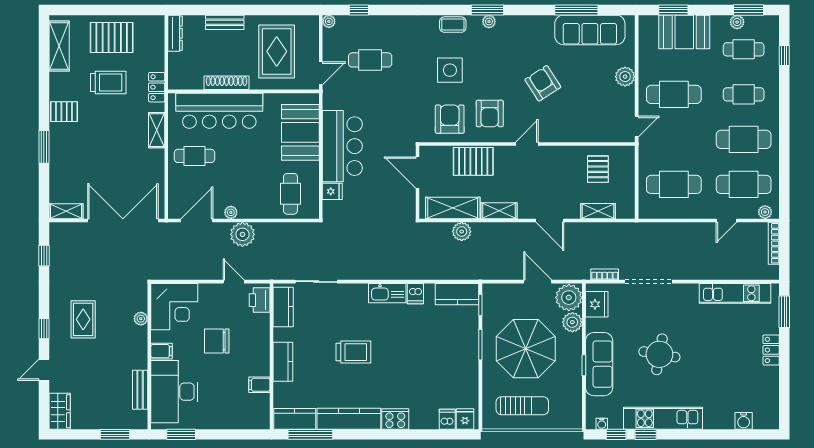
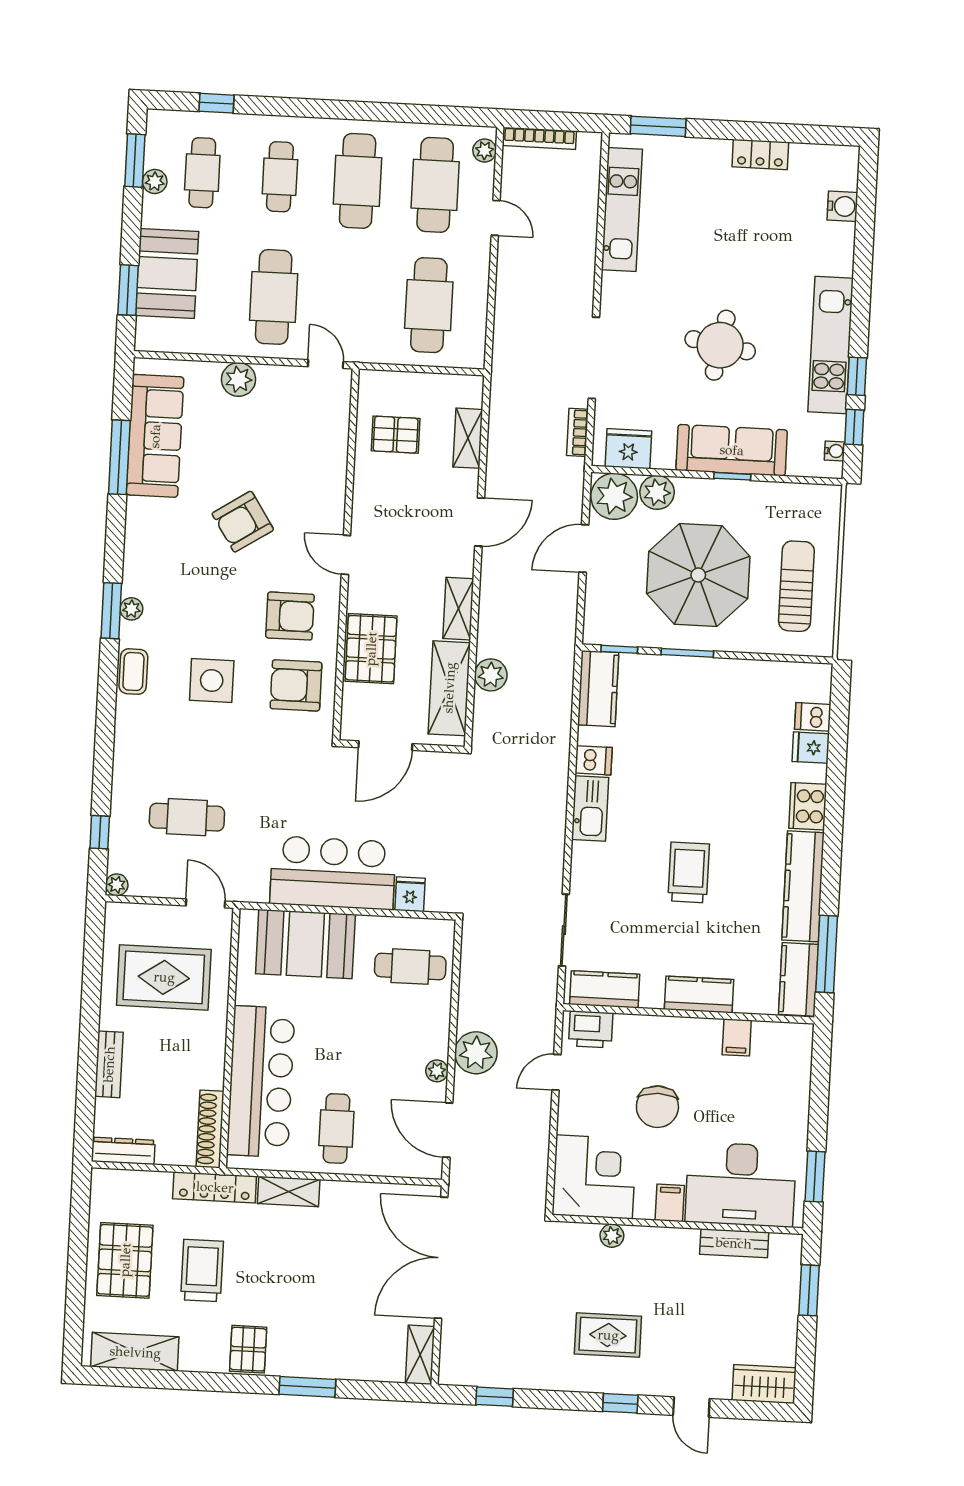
cafe table: (370, 60) -> (187, 817), turned 90
shoe rack: (227, 83) -> (210, 1129), moved
locker: (157, 87) -> (215, 1187), width x1.53
locker: (771, 350) -> (760, 154), moved
fridge: (465, 419) -> (811, 748), moved

